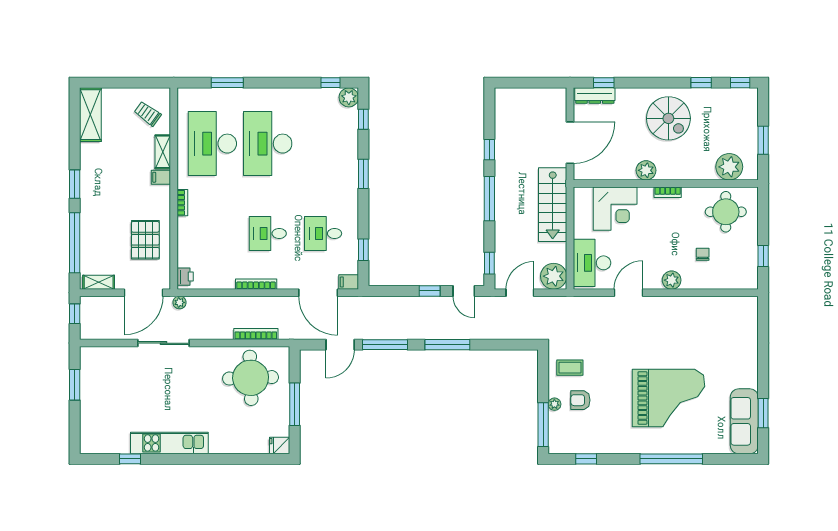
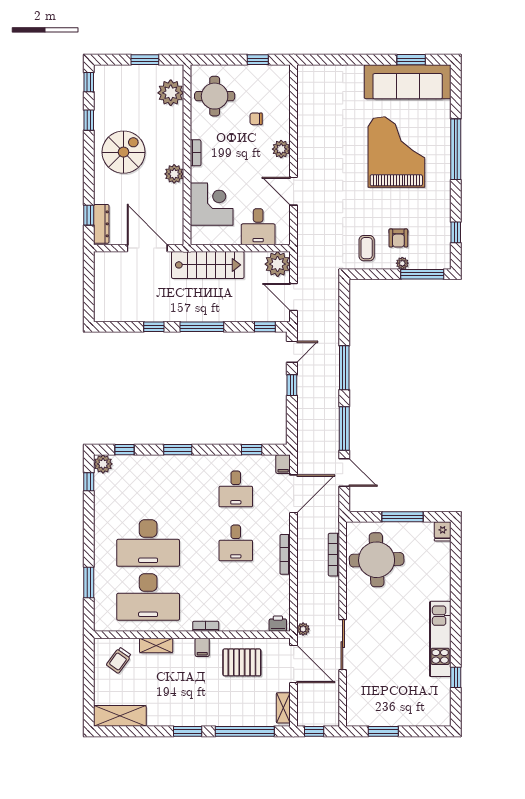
filing cabinet: (161, 177) -> (202, 647), moved
desk: (592, 263) -> (258, 227), width x0.73
sofa: (744, 421) -> (408, 82), width x1.36, depth x1.27

